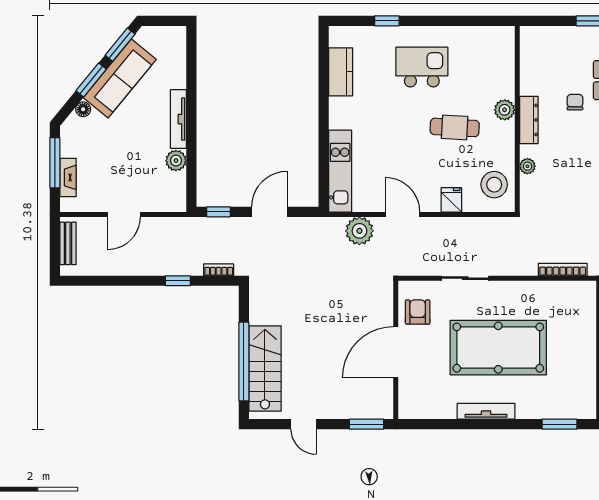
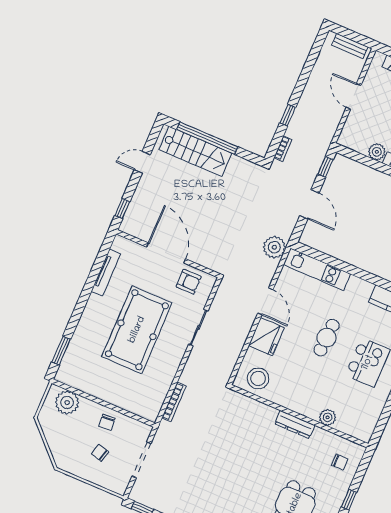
chair: (575, 102) -> (340, 462), moved
plant: (505, 110) -> (328, 417), moved
cafe table: (455, 127) -> (327, 338), moved
plant: (527, 166) -> (261, 409), removed
fridge: (451, 200) -> (266, 337), width x1.88, depth x1.34
door: (402, 214) -> (265, 301), hinge flipped
plant: (359, 231) -> (274, 247), moved
tv unit: (486, 411) -> (106, 273), moved
window: (367, 424) -> (122, 209), width x0.67

